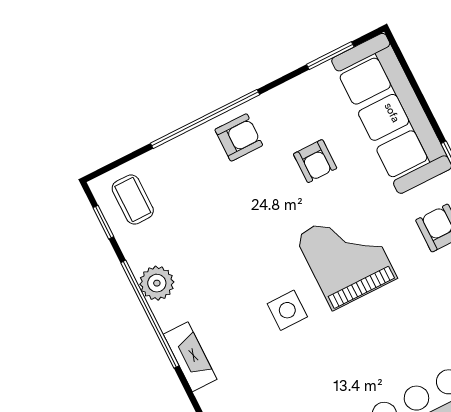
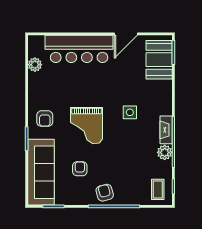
armchair: (239, 137) -> (105, 193), turned 75
side table: (287, 310) -> (130, 112), moved
fireplace: (190, 357) -> (166, 130), moved

